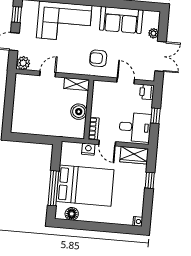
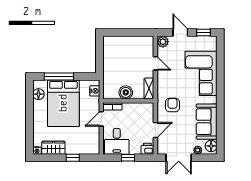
floor lamp: (150, 17) -> (211, 146), added
nightstand: (88, 149) -> (95, 91), moved
wardrobe: (134, 155) -> (53, 148), moved, turned 90

